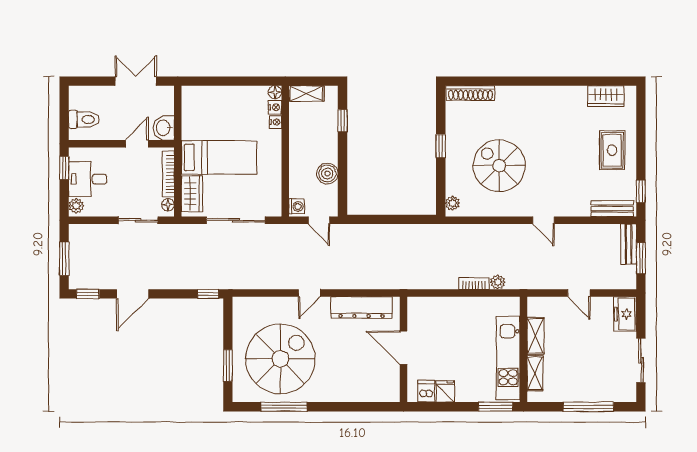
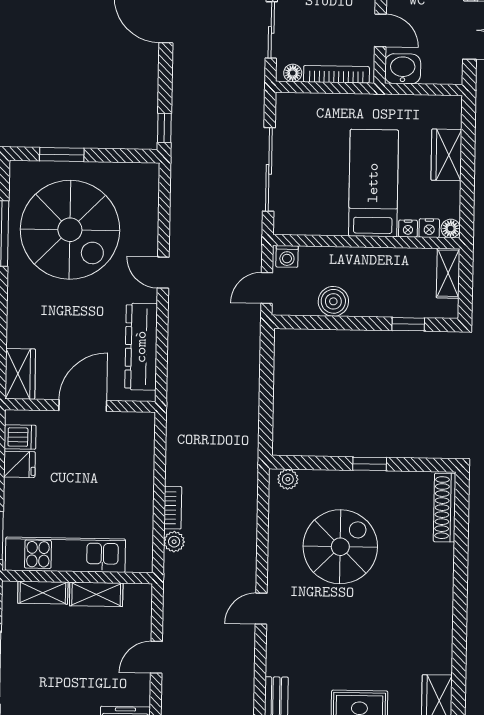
bed: (219, 157) -> (373, 183), moved, turned 180
wardrobe: (192, 194) -> (446, 155), moved, turned 90
wardrobe: (382, 392) -> (20, 374), added

